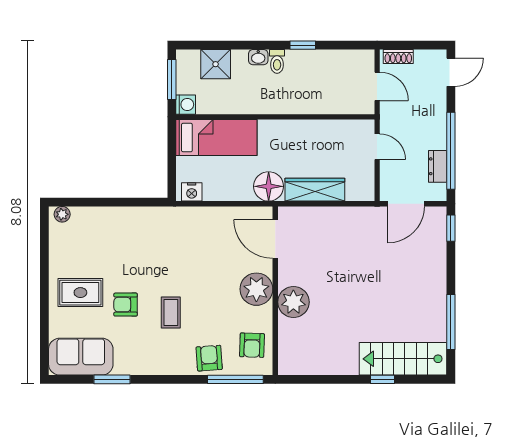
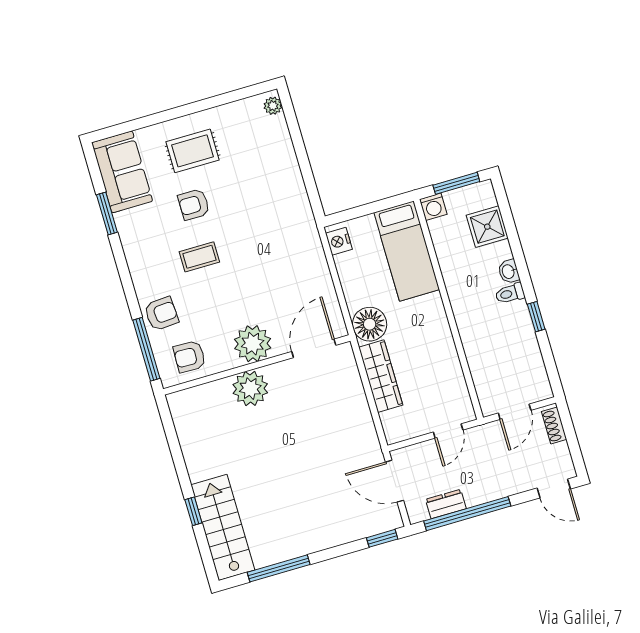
rug: (80, 293) -> (193, 151), turned 90
armchair: (126, 305) -> (194, 204), turned -90

